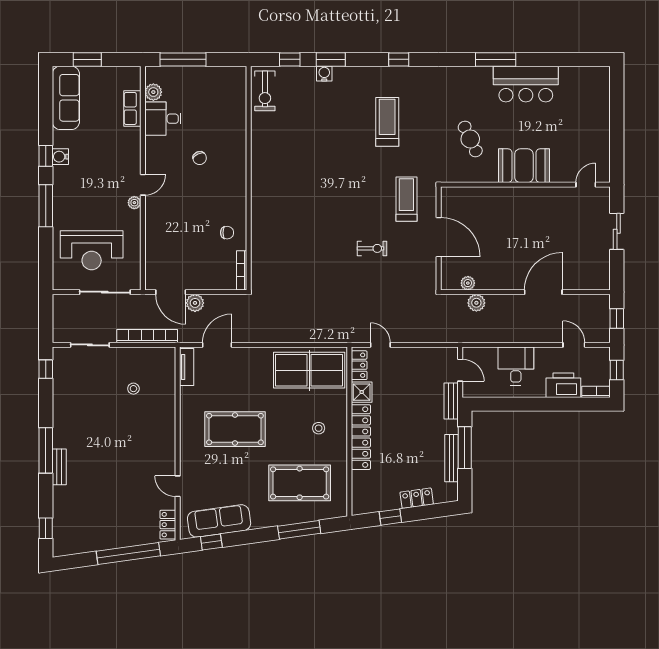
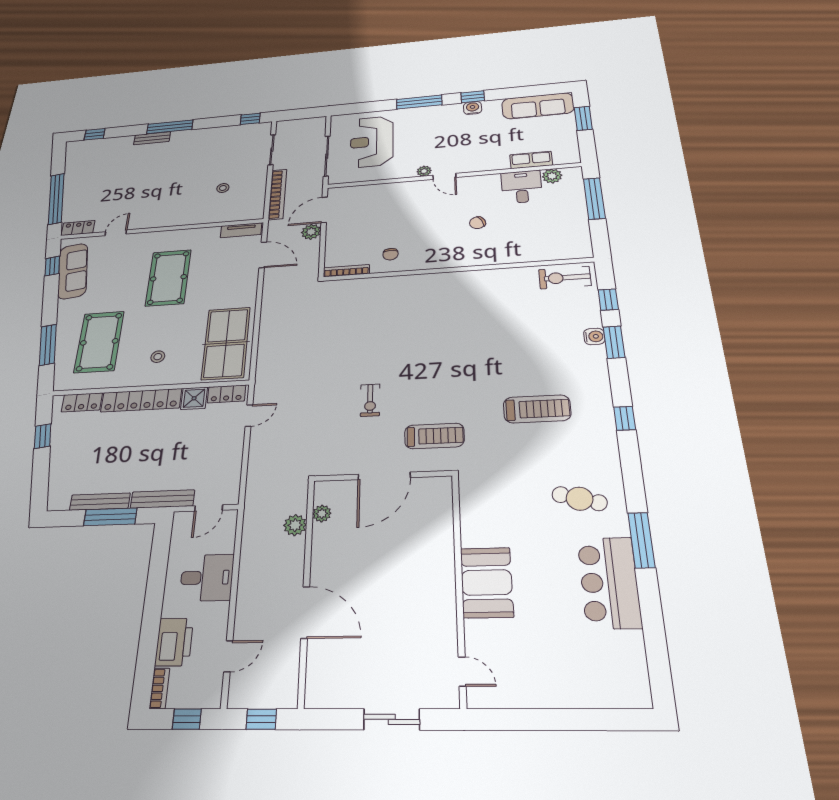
cafe table: (470, 139) -> (580, 499), moved, turned 41
bench: (451, 401) -> (162, 499), width x1.36
locker: (417, 498) -> (82, 402), moved, turned 98

